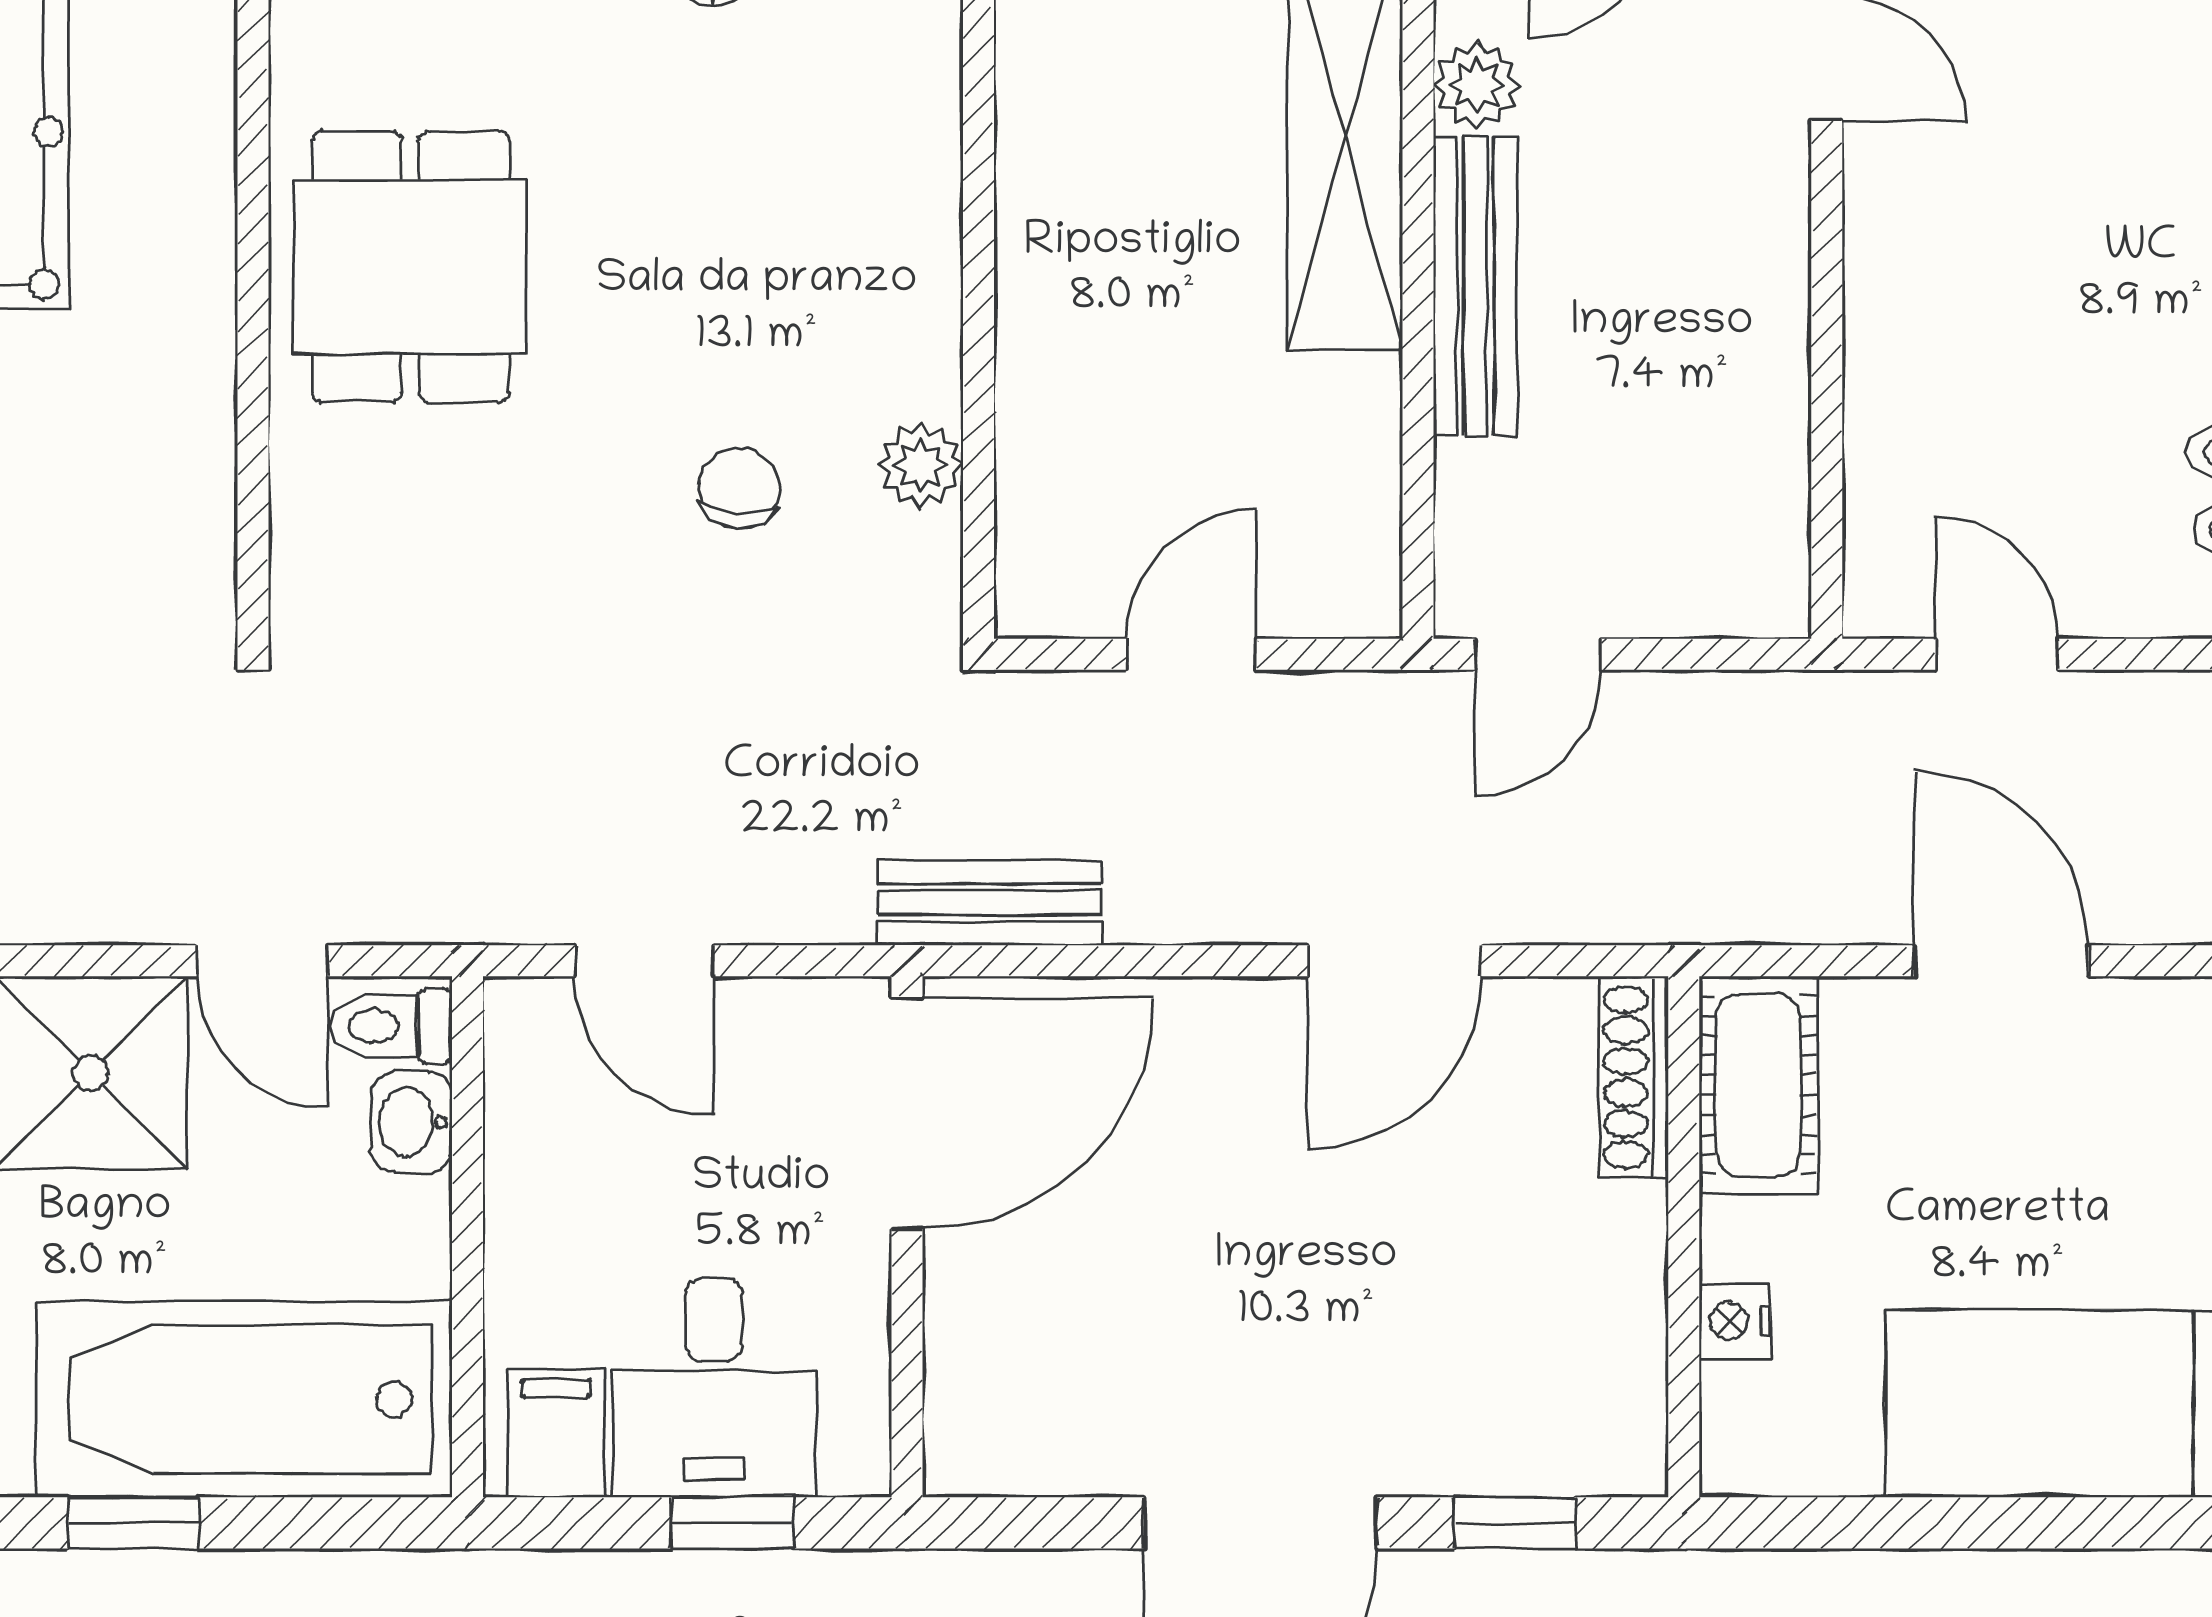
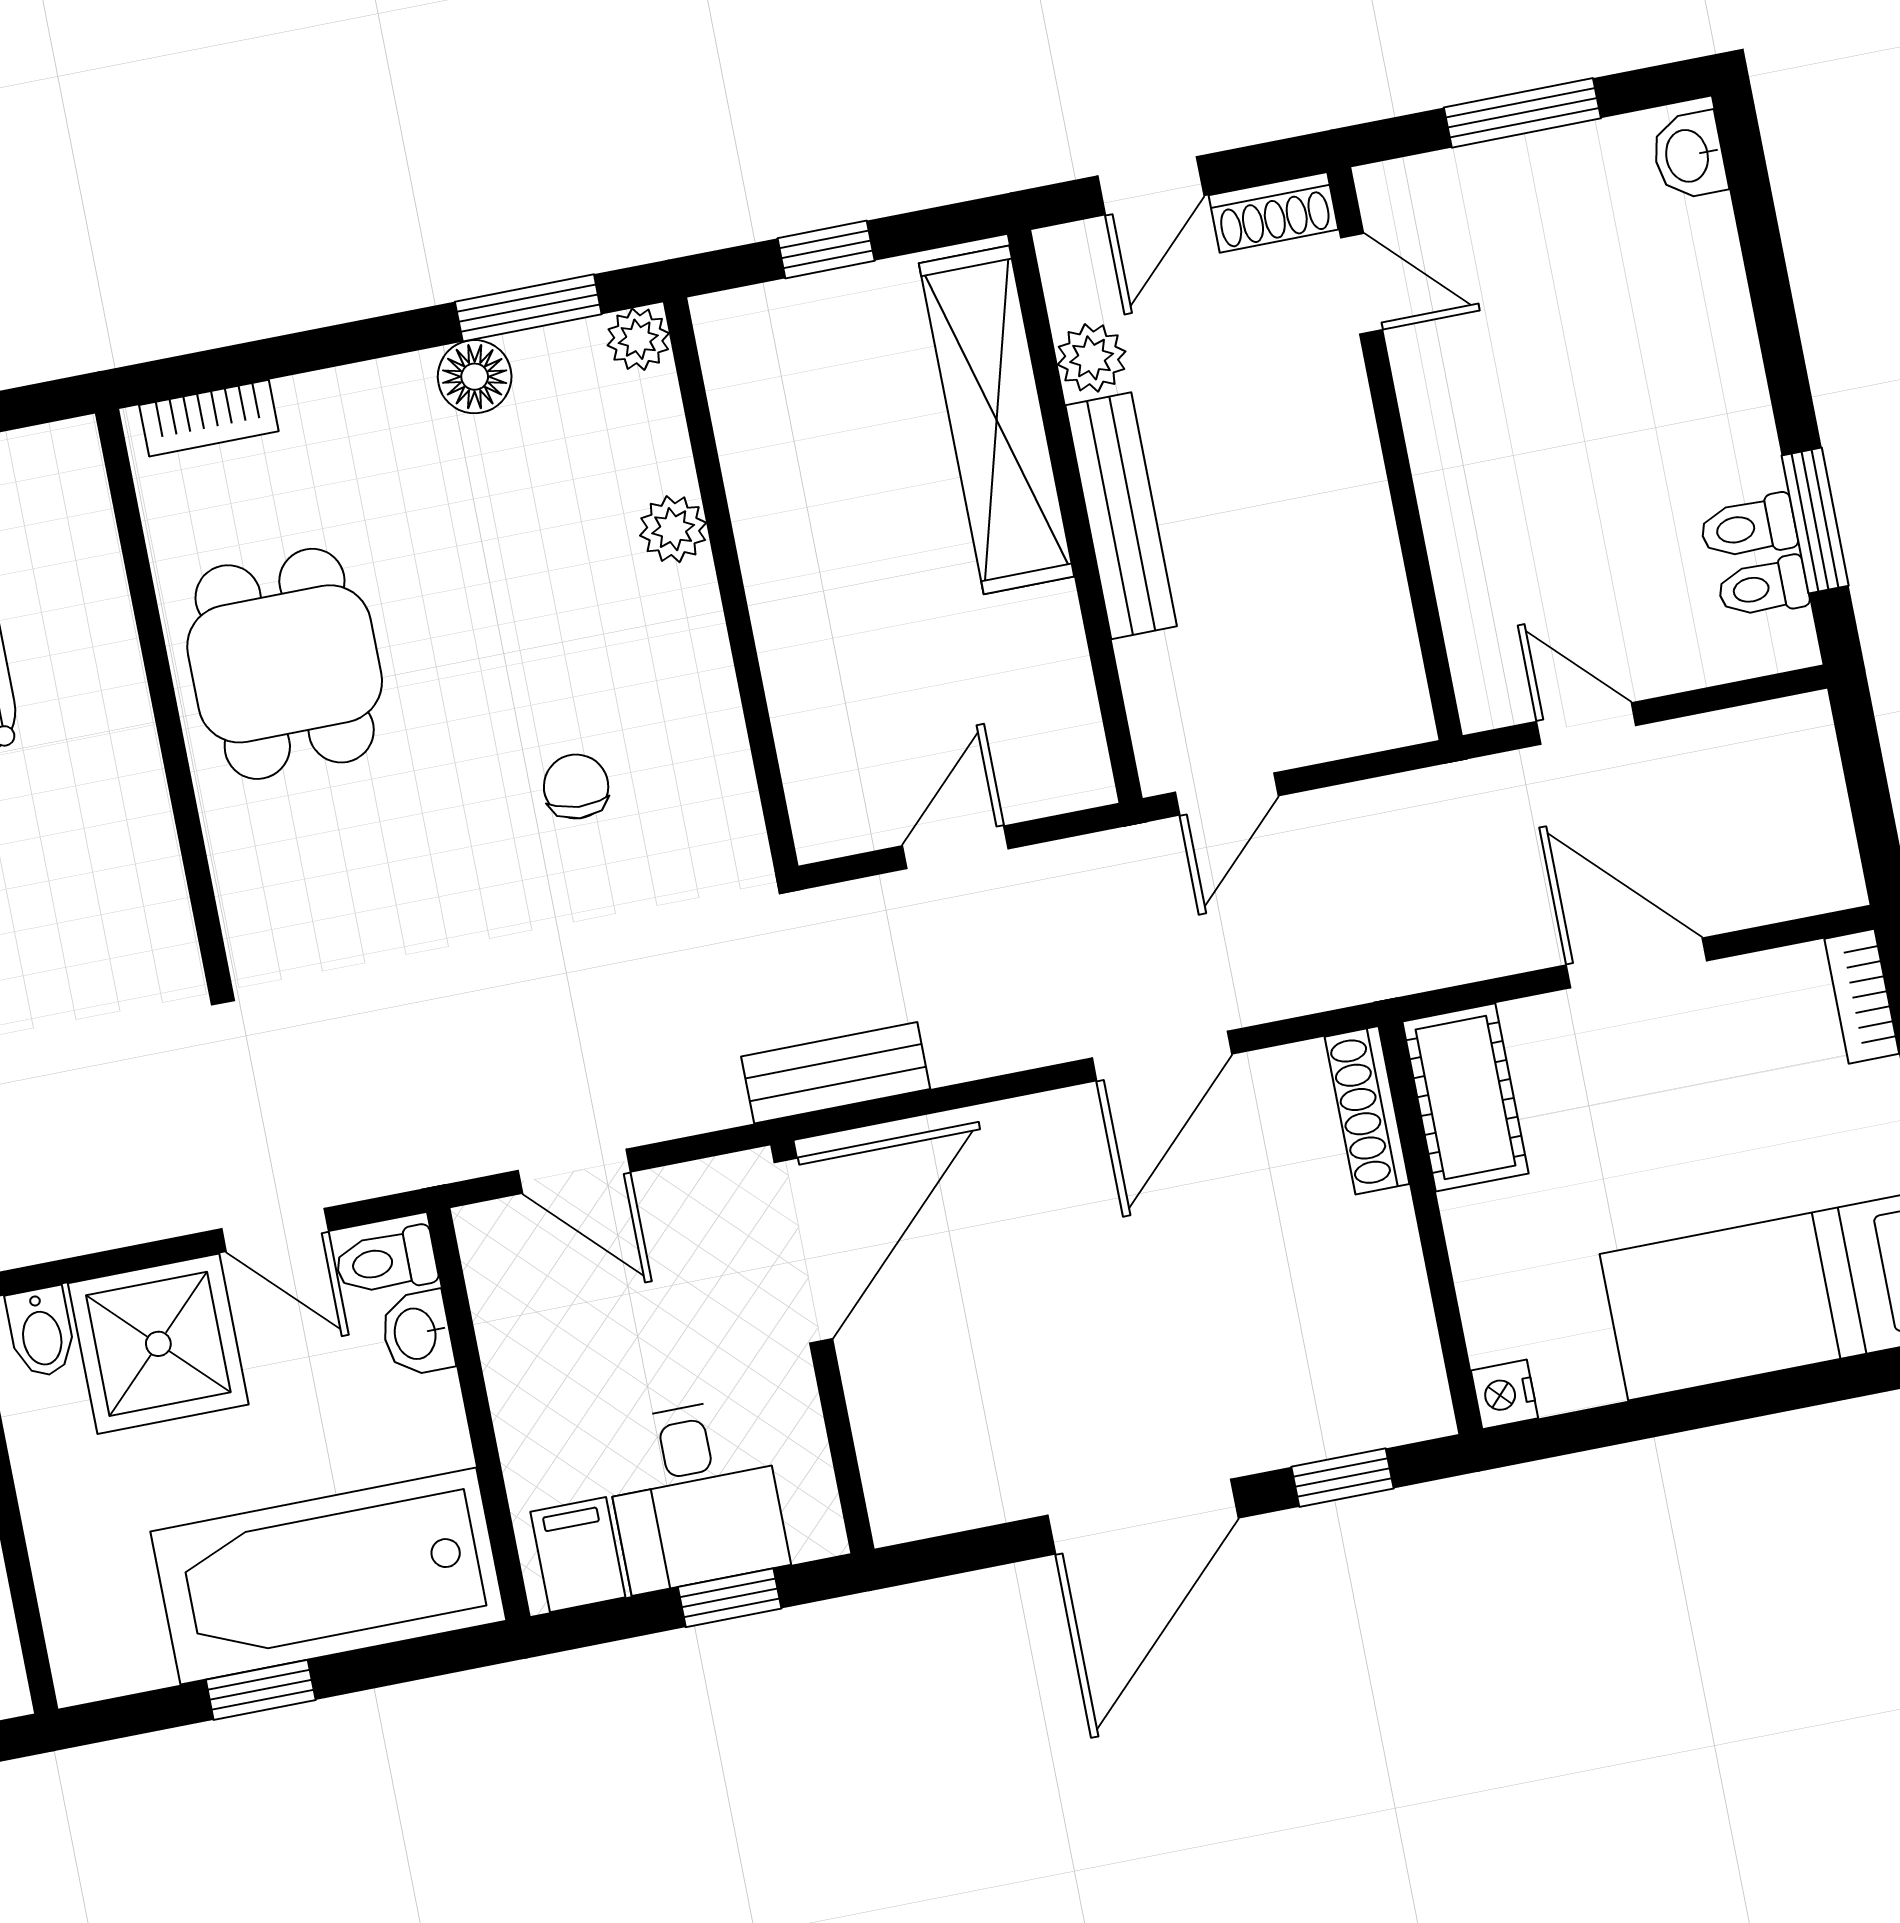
plant: (921, 465) -> (673, 529), moved
nightstand: (1735, 1321) -> (1505, 1394), moved

